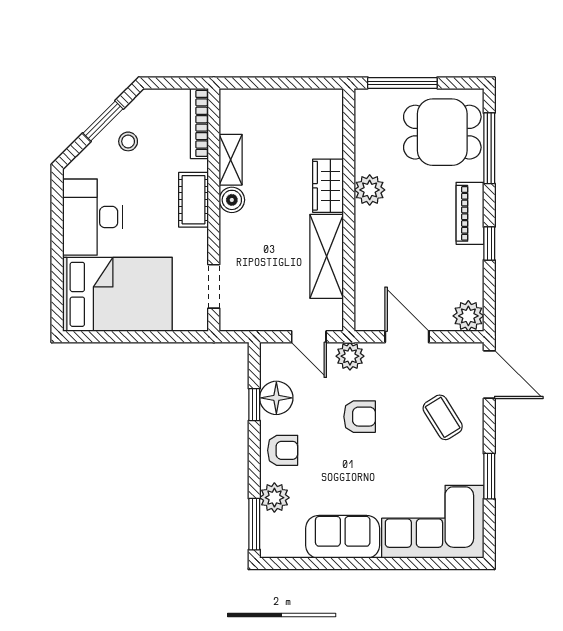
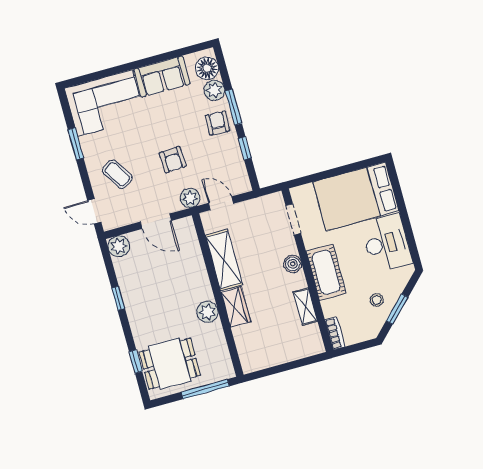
bookcase: (199, 123) -> (335, 333), width x0.64
window: (489, 148) -> (136, 362), width x0.46
cot: (193, 200) -> (326, 272), width x1.37, depth x1.34
boiler: (232, 200) -> (293, 264), moved
piano: (470, 213) -> (137, 315), removed
door: (489, 375) -> (94, 211), width x0.73
floor lamp: (276, 398) -> (207, 68), moved
armchair: (360, 417) -> (173, 160), turned -93
armchair: (283, 450) -> (218, 123), turned 93
window: (254, 524) -> (233, 107), moved

